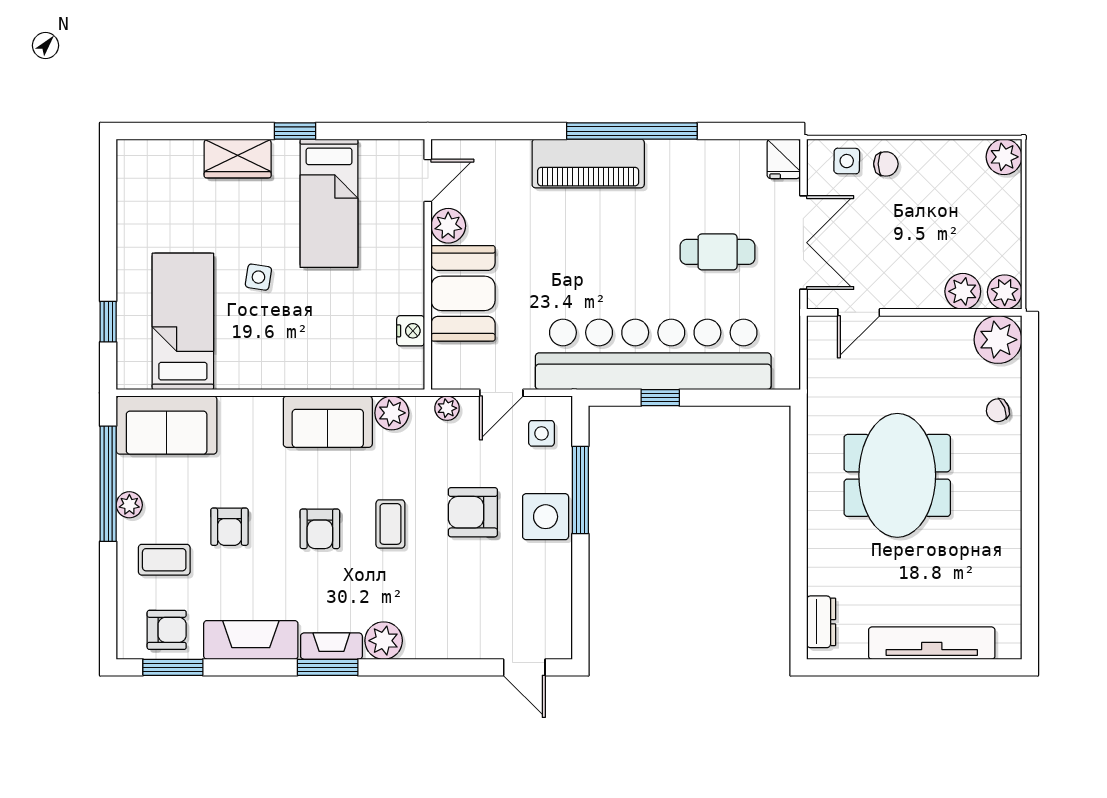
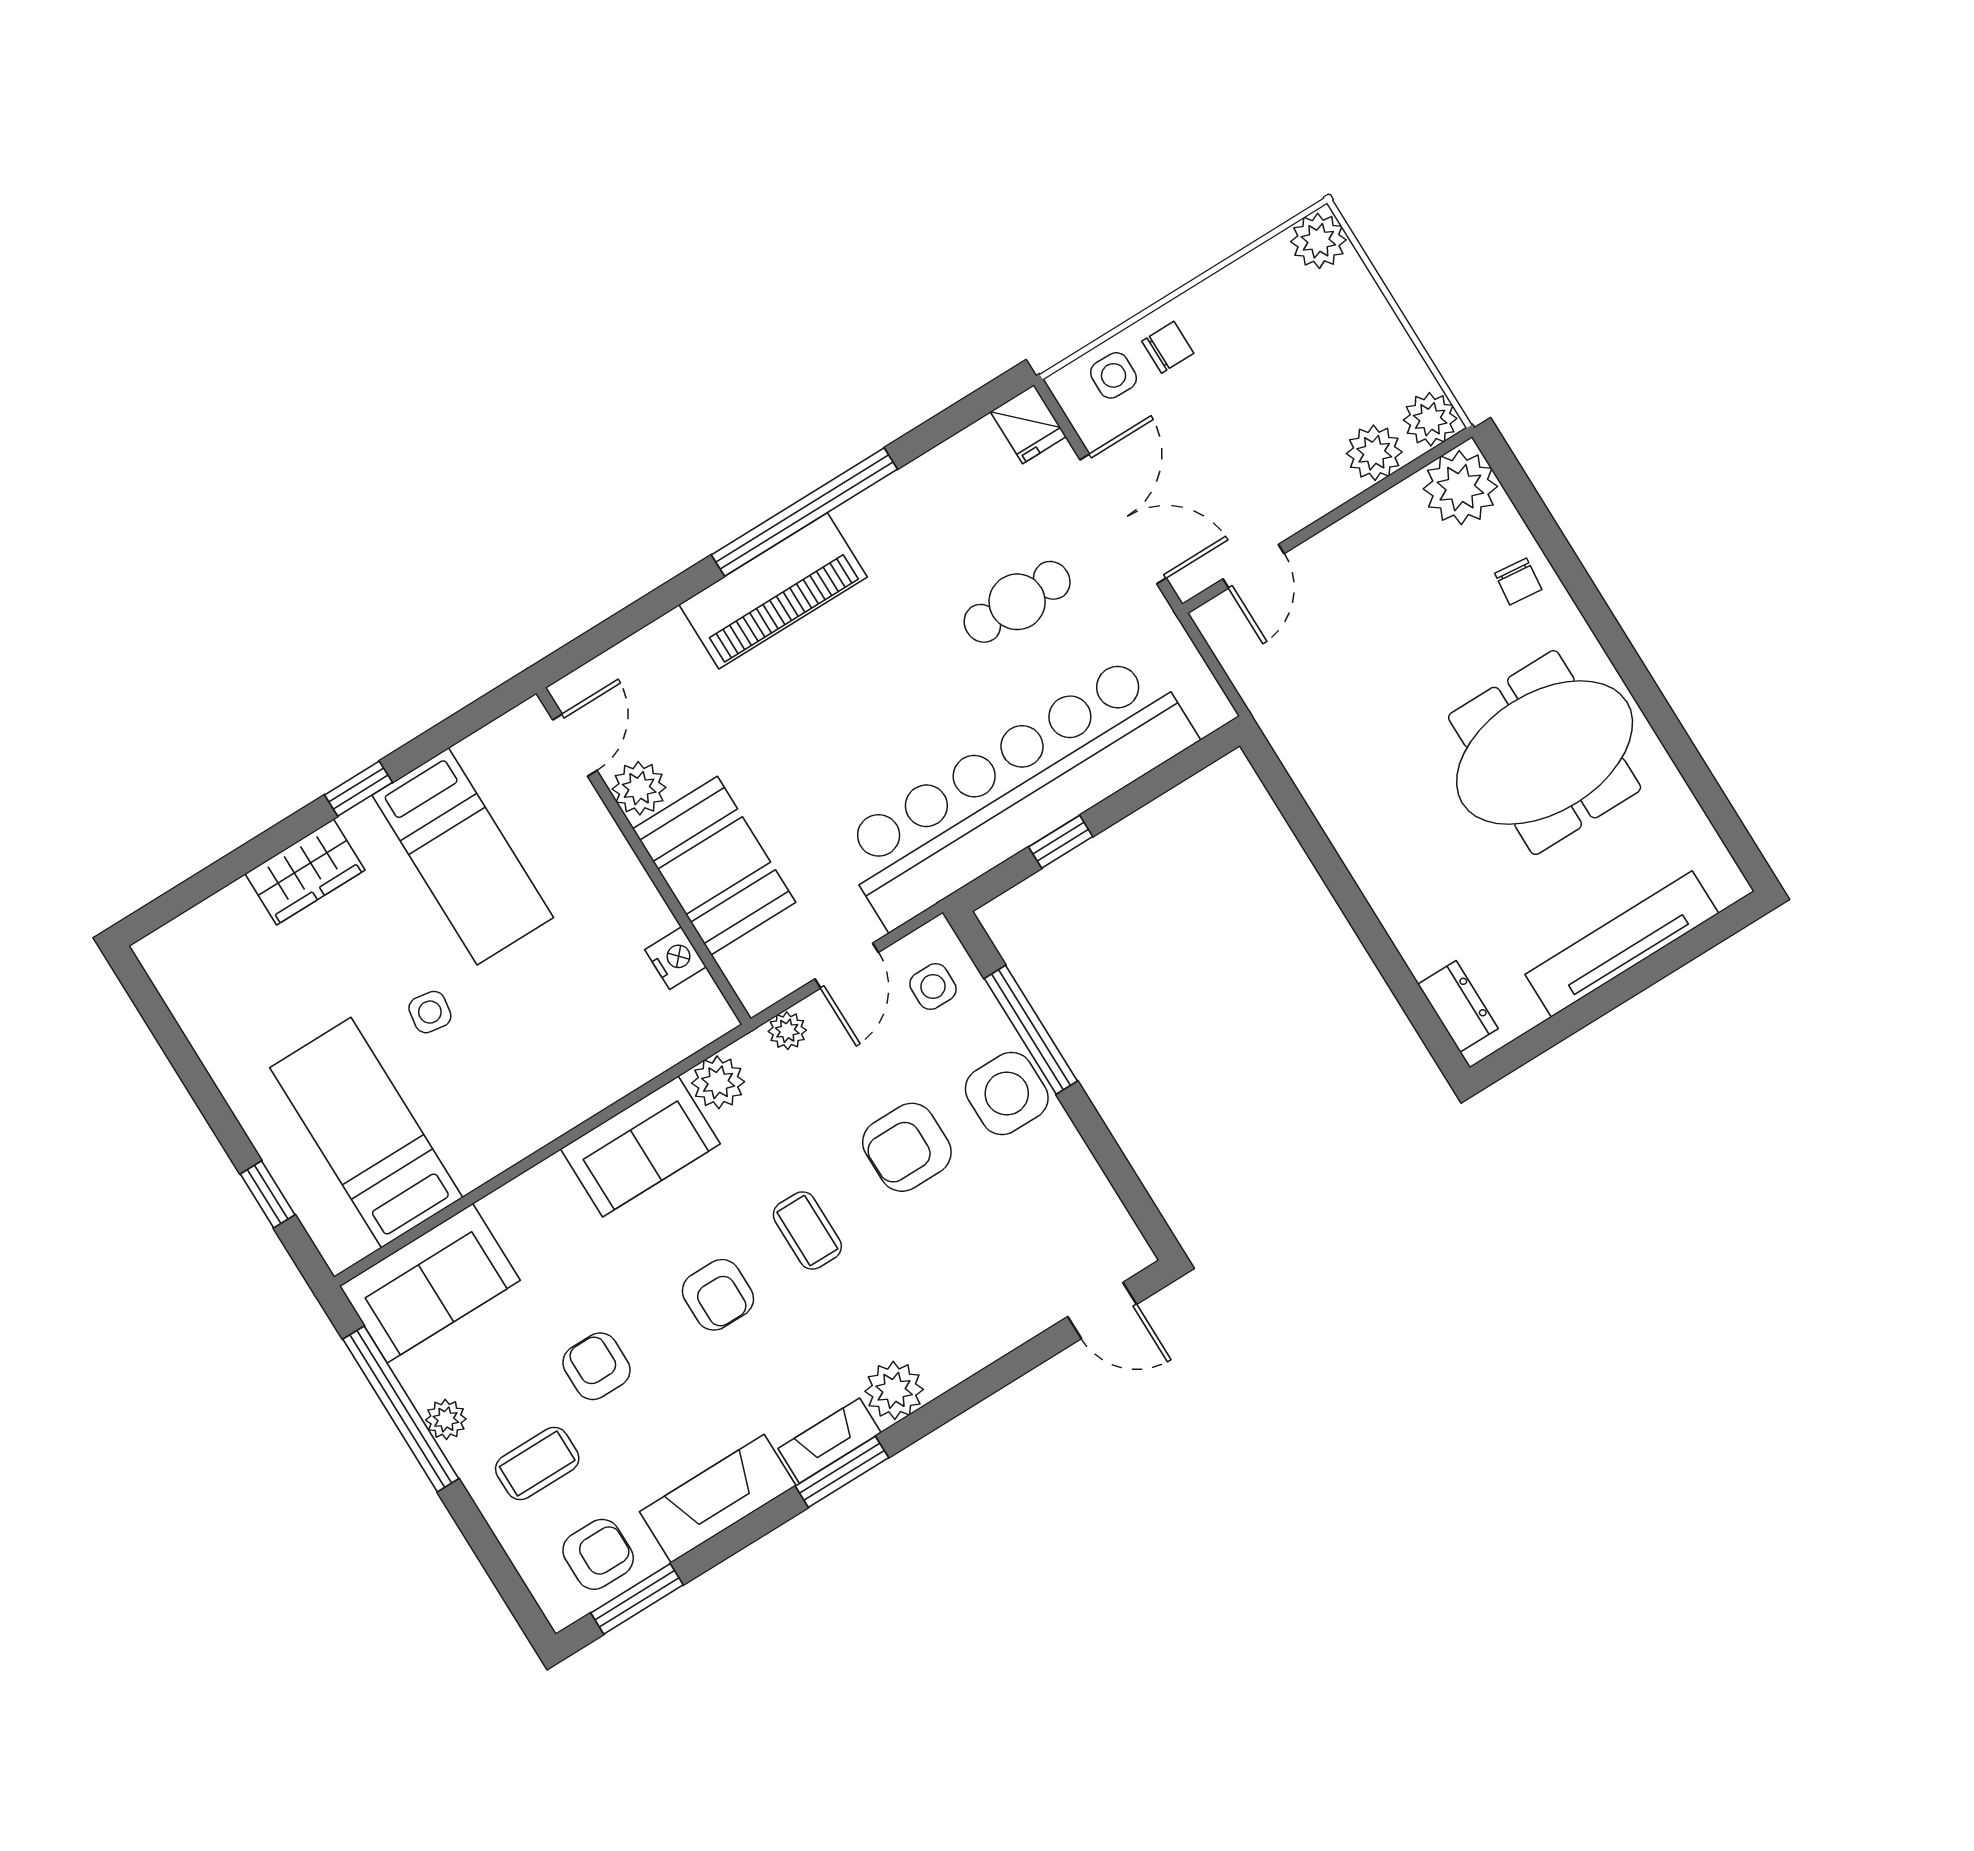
chair: (998, 410) -> (1518, 581), turned -63
meeting table: (897, 475) -> (1545, 753), moved, turned 90
armchair: (229, 527) -> (596, 1366), turned 180

